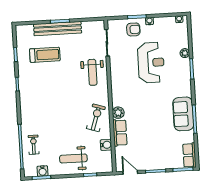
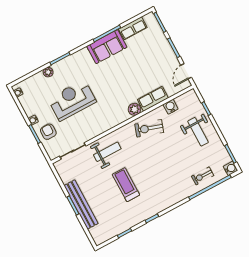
treadmill: (45, 55) -> (126, 185), moved
row of seats: (189, 155) -> (133, 28), moved
water cooler: (43, 171) -> (230, 168), moved

